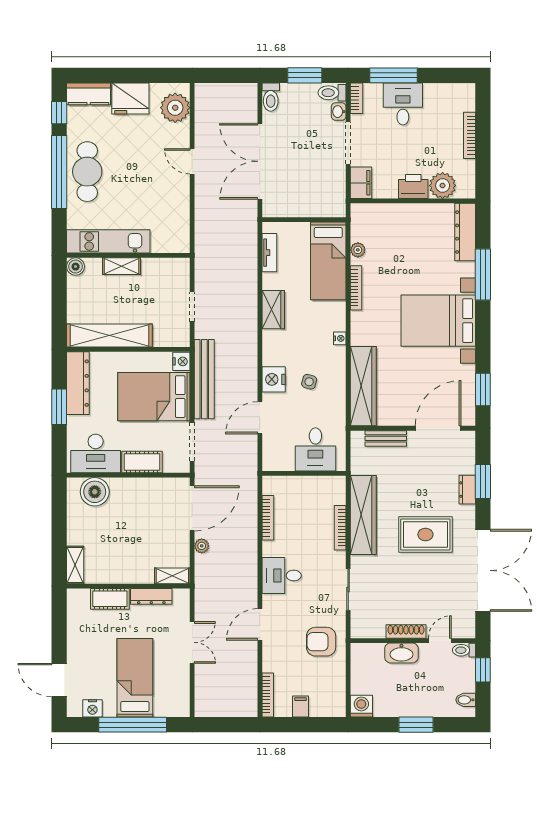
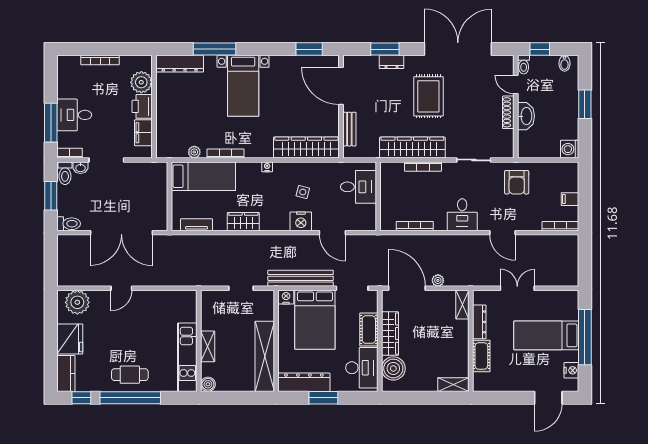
cafe table: (87, 172) -> (130, 375), width x0.73, depth x0.74
filing cabinet: (361, 183) -> (143, 133), moved, turned -90
bed with nightstands: (438, 321) -> (243, 86), width x0.73
wardrobe: (137, 488) -> (390, 334), added

